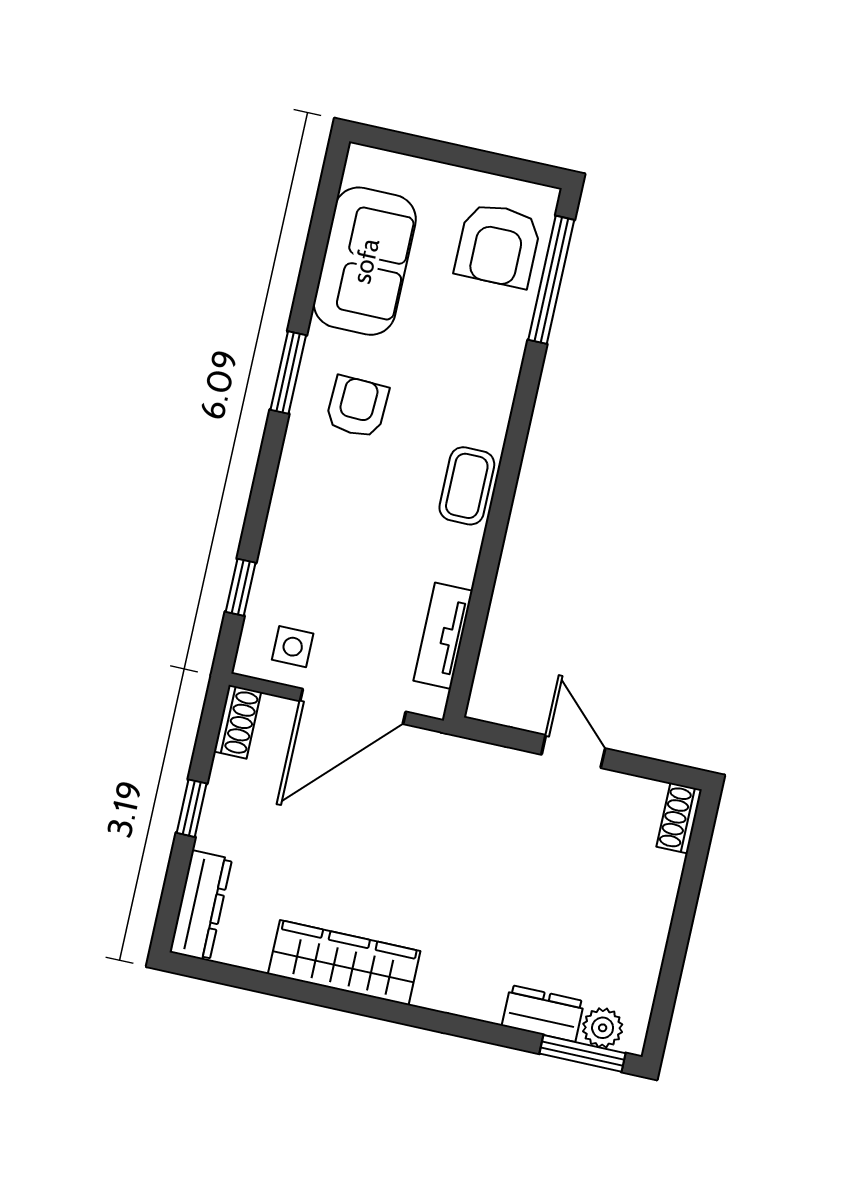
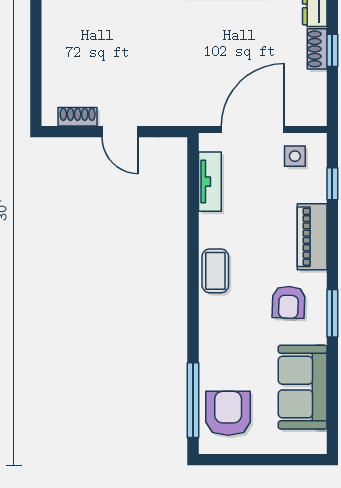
piano: (294, 507) -> (312, 237), added
shoe rack: (237, 722) -> (317, 49), moved
shoe rack: (679, 818) -> (78, 117), moved, turned -90

